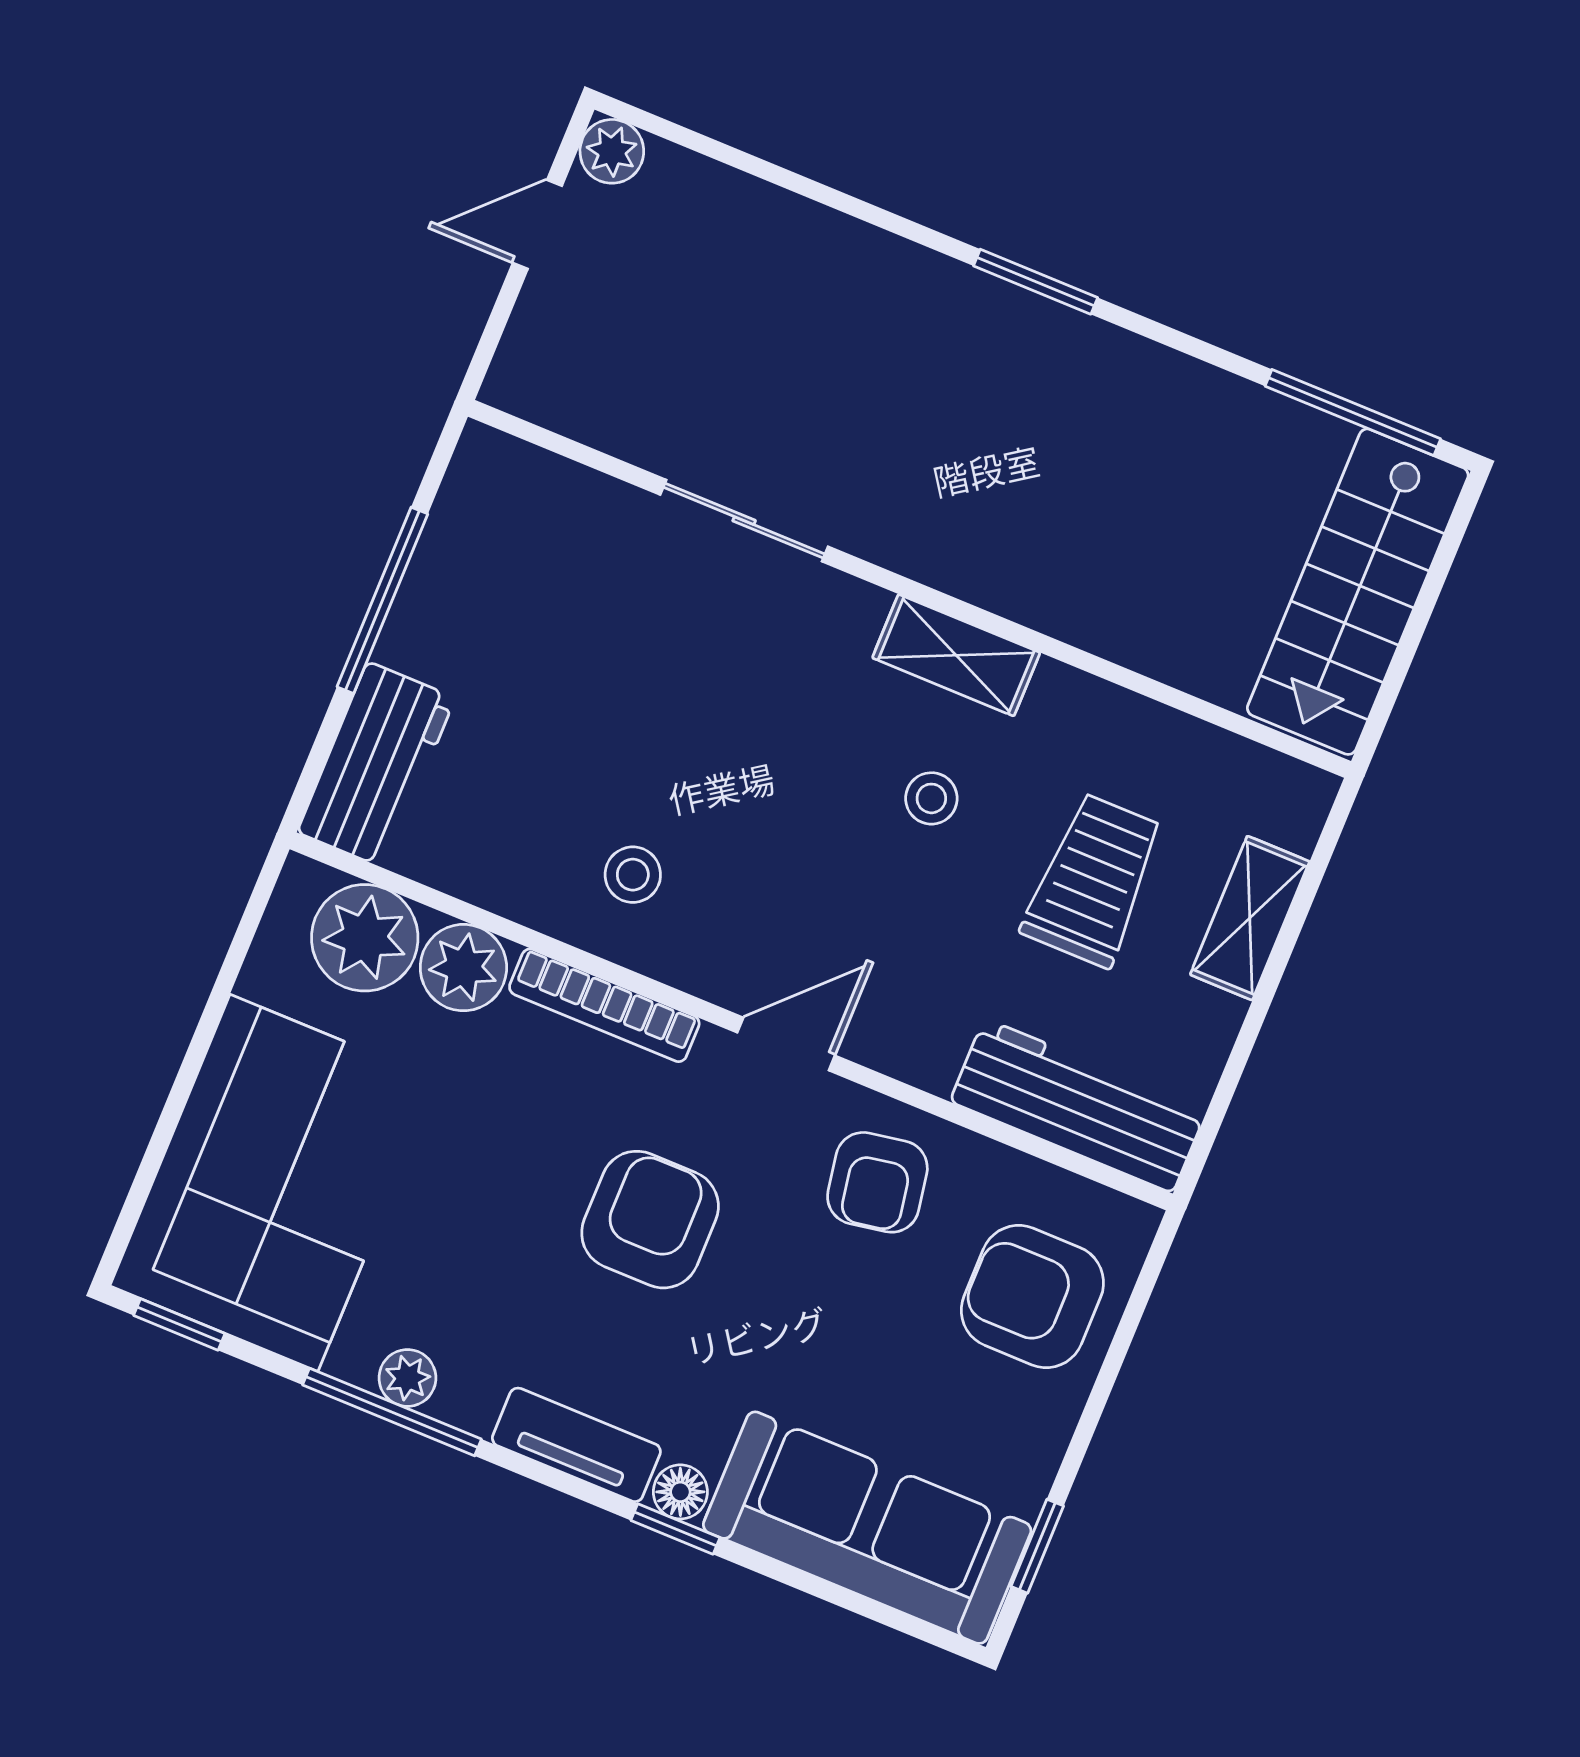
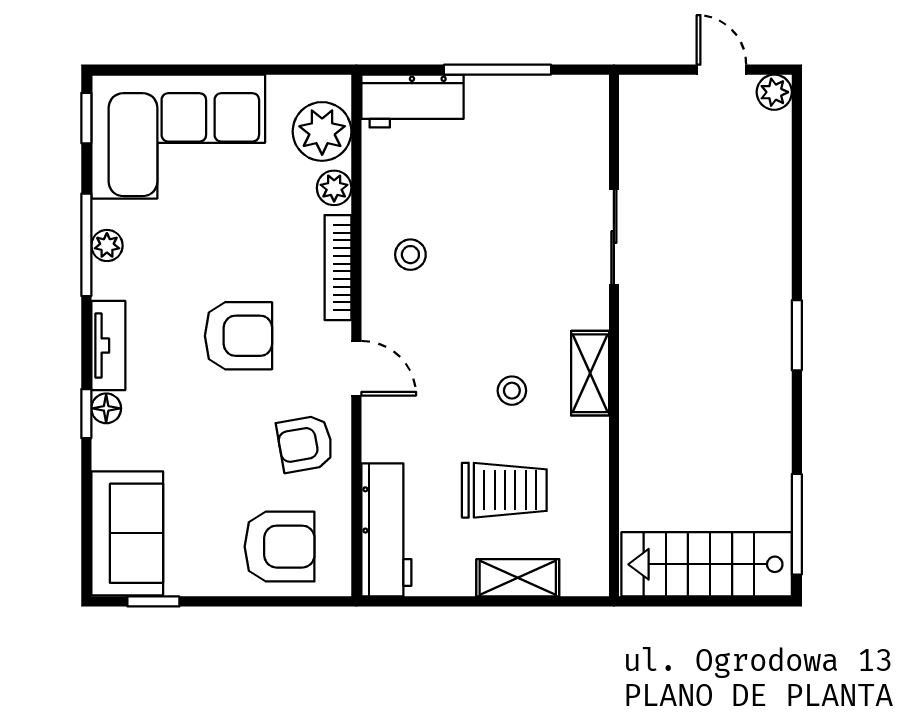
plant: (463, 968) -> (334, 188), width x0.73, depth x0.73
armchair: (1032, 1296) -> (280, 547), turned 90
sofa: (867, 1528) -> (127, 533), width x0.73

